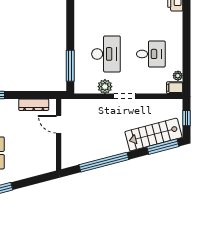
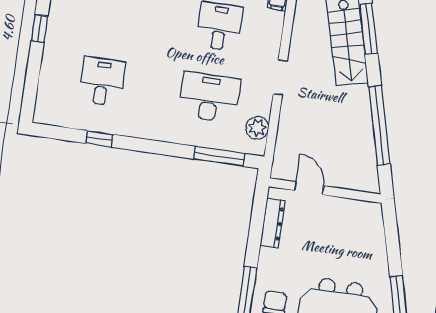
plant: (105, 87) -> (257, 128), moved
door: (59, 124) -> (309, 188), swing flipped

